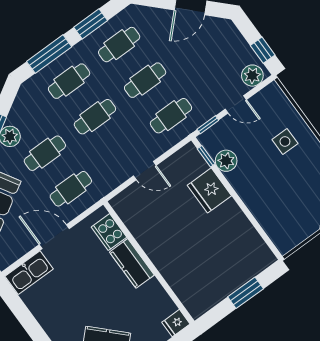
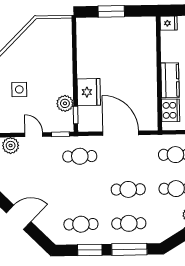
cafe table: (145, 80) -> (80, 190), removed
door: (145, 171) -> (121, 133), width x1.88

